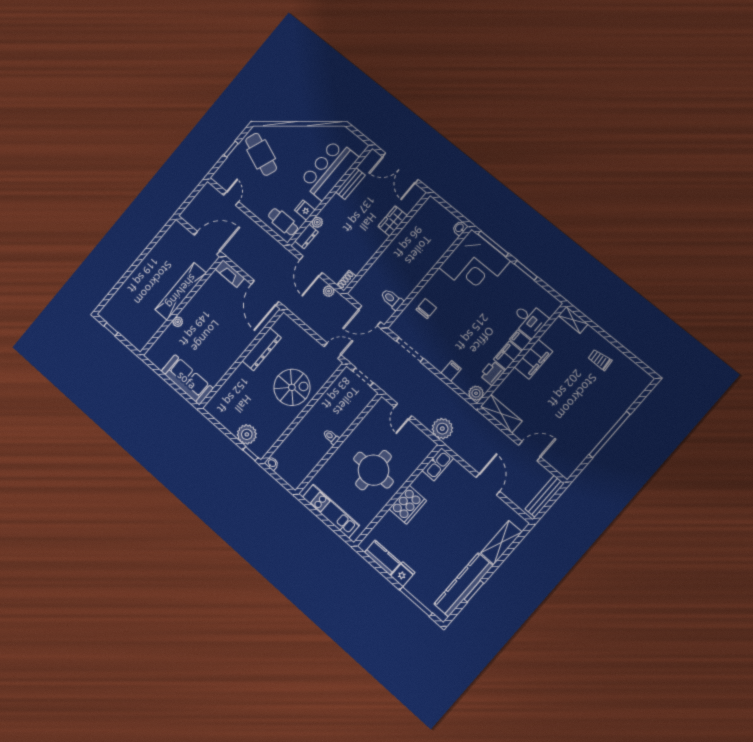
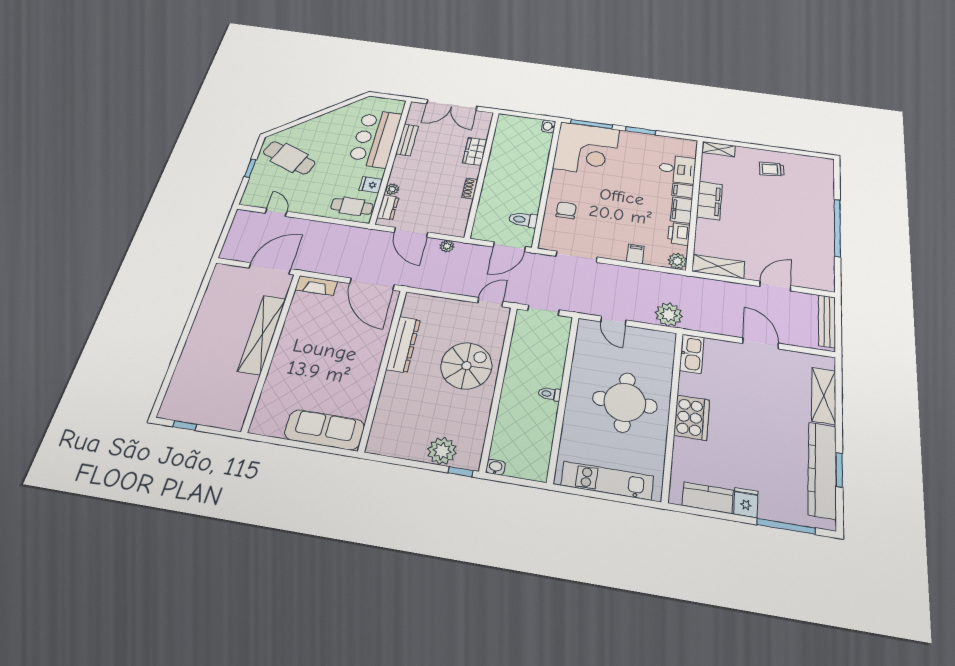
shoe rack: (347, 281) -> (470, 189), moved
plant: (178, 322) -> (276, 370), removed

